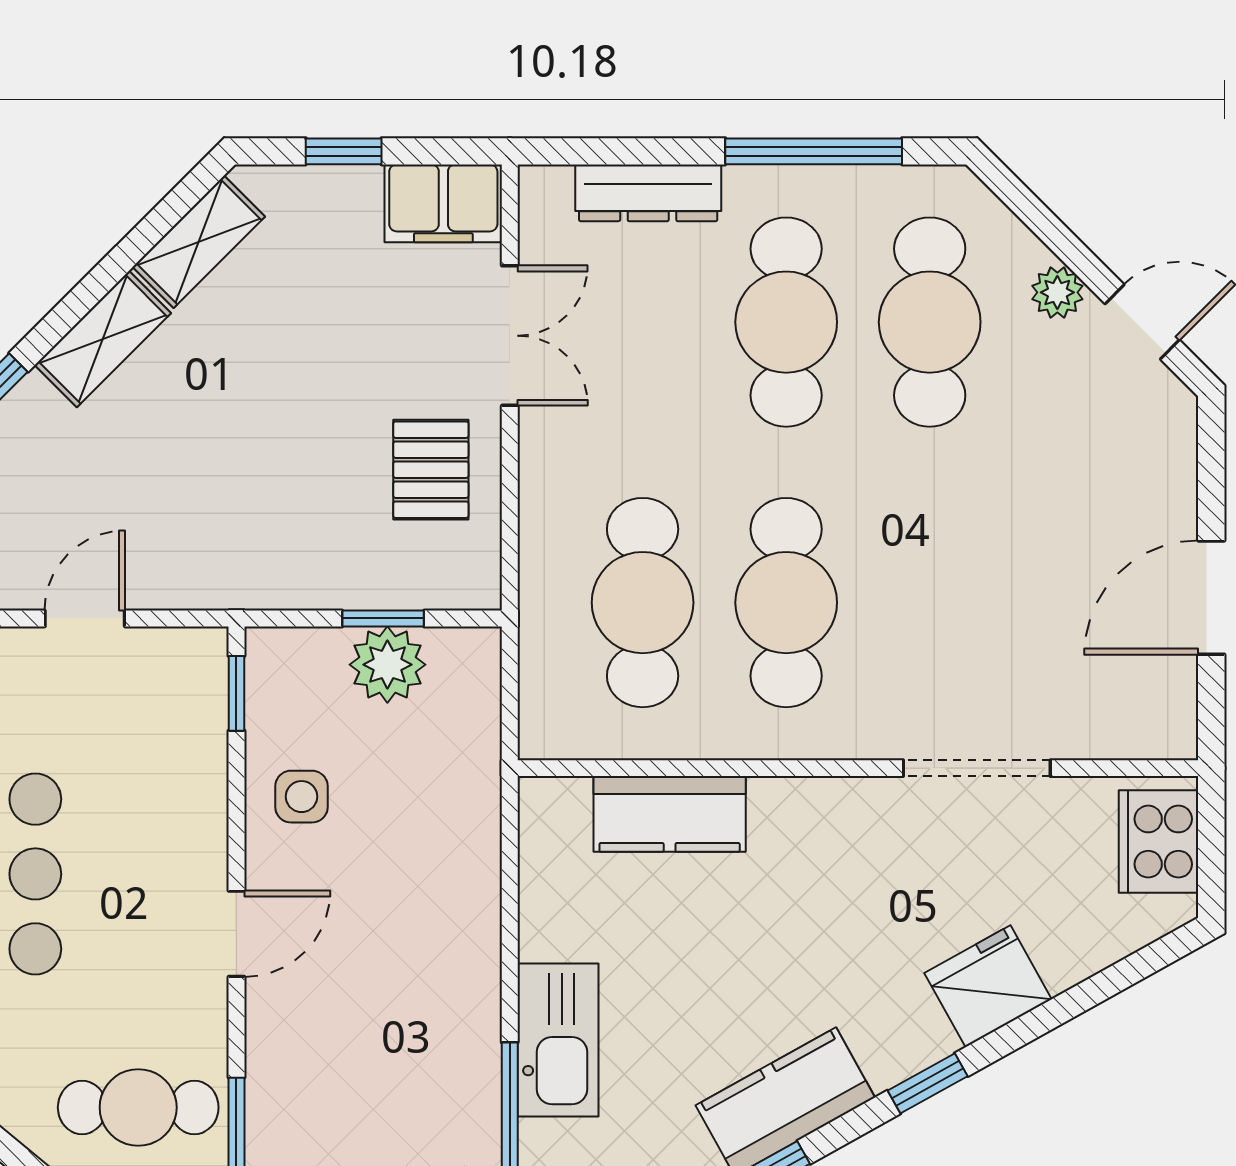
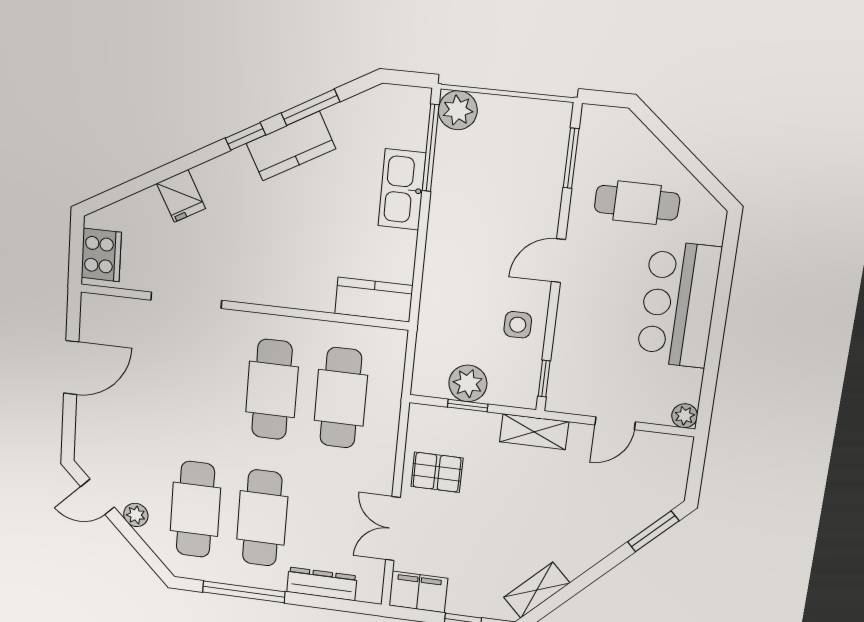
shelving: (103, 339) -> (534, 432), moved, turned 45
pallet: (431, 470) -> (437, 472), turned 90
kitchen counter: (670, 814) -> (374, 300), moved
fridge: (988, 986) -> (181, 196), width x0.72
window: (928, 1083) -> (245, 136), moved
cafe table: (138, 1107) -> (637, 203), moved

